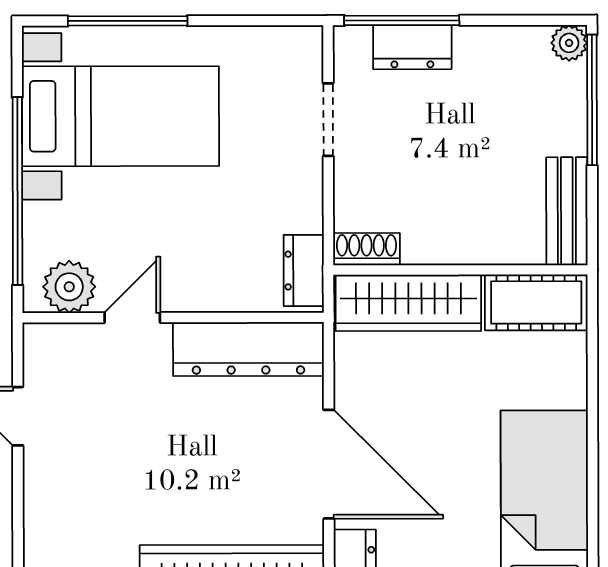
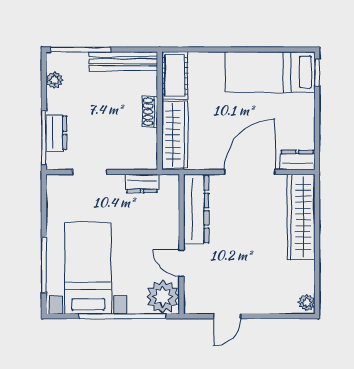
plant: (569, 43) -> (54, 80), moved
bench: (567, 211) -> (123, 61), width x1.36
shoe rack: (367, 249) -> (150, 112), moved
dresser: (304, 271) -> (142, 183), moved
plant: (69, 287) -> (163, 297), width x1.36, depth x1.36

